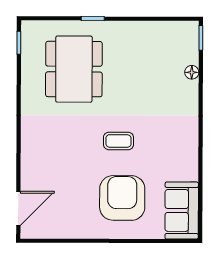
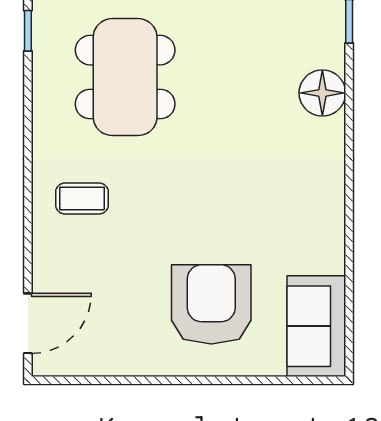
floor lamp: (192, 72) -> (322, 93), width x1.89, depth x1.89
coffee table: (118, 141) -> (82, 199), moved

